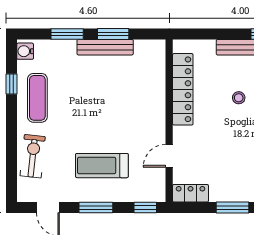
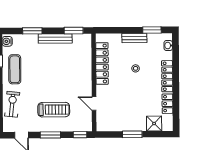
window: (113, 34) -> (74, 31), moved
door: (169, 156) -> (94, 103), hinge flipped
treadmill: (102, 166) -> (54, 110), turned 180
locker: (191, 193) -> (107, 126), removed

